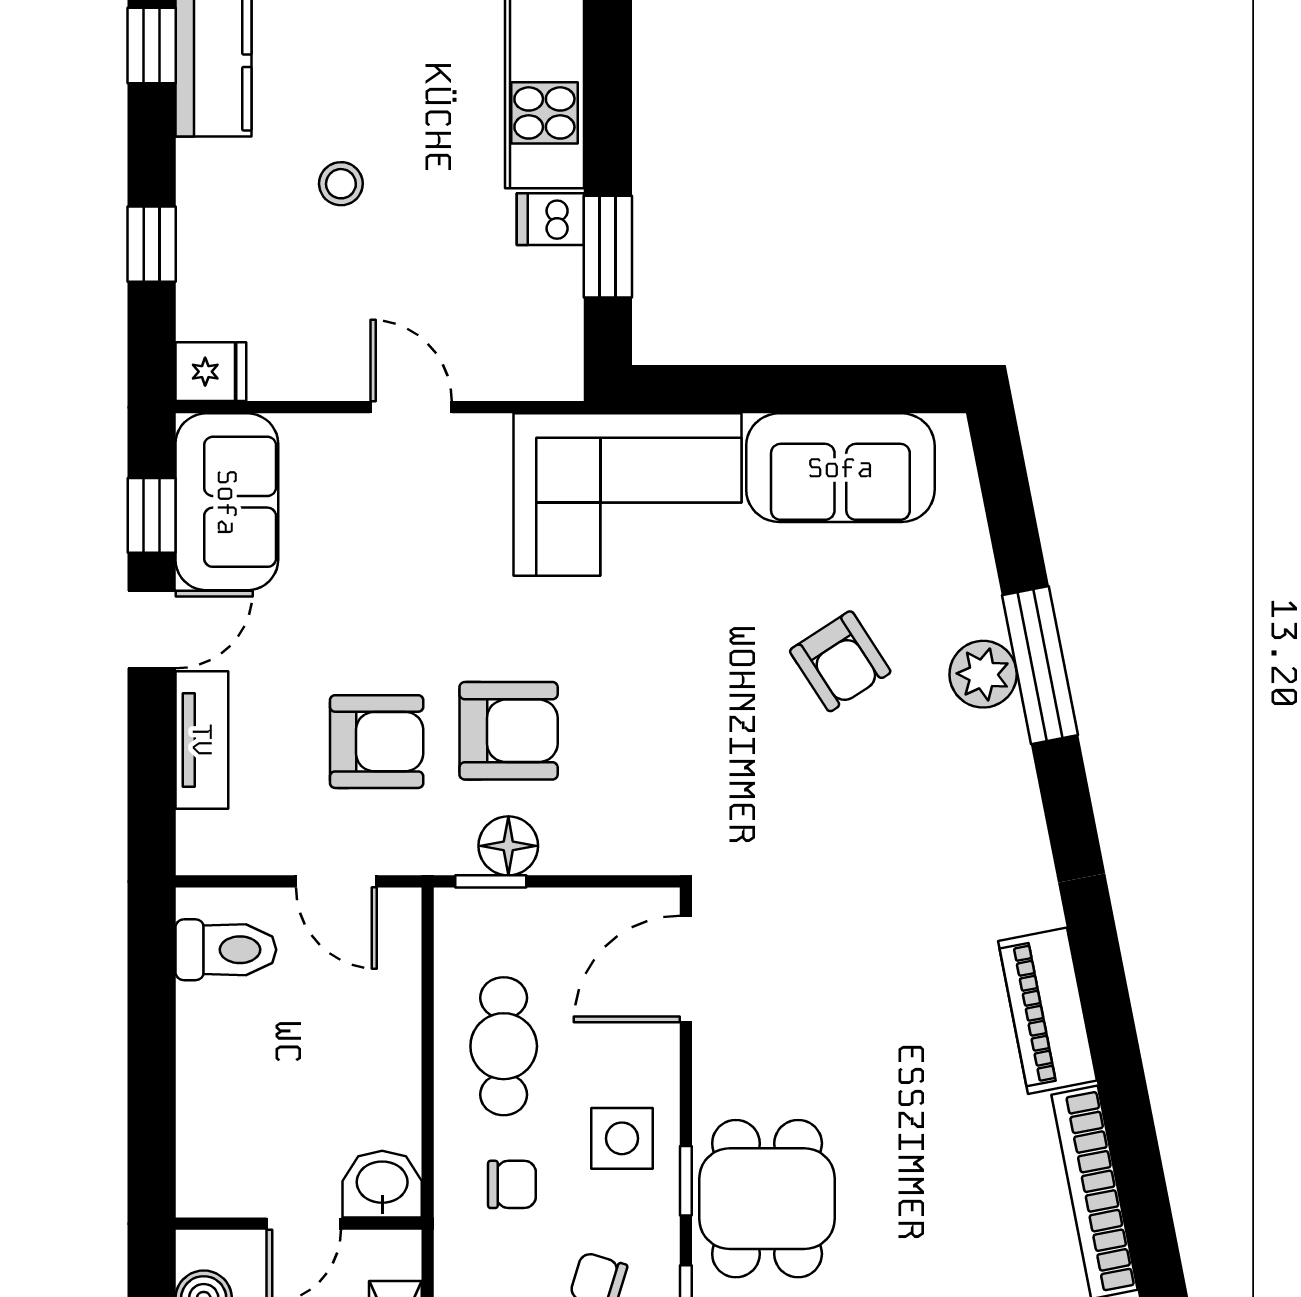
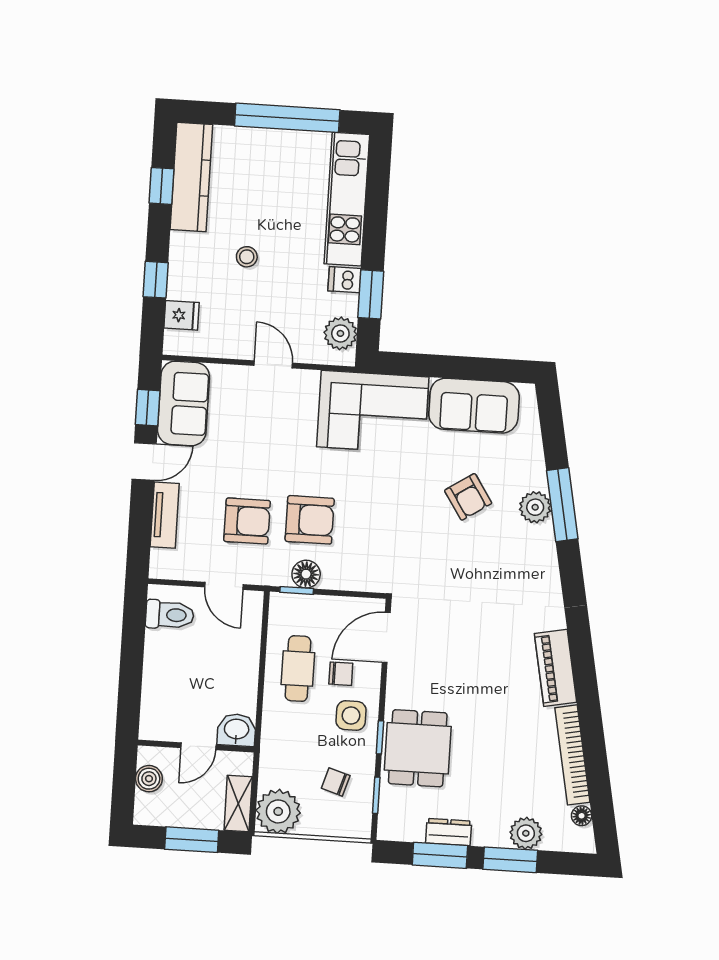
plant: (549, 333) -> (340, 333), added
fridge: (211, 372) -> (181, 315), moved
chair: (512, 1184) -> (341, 674), moved

